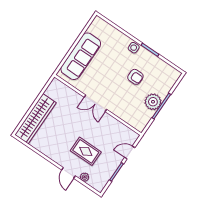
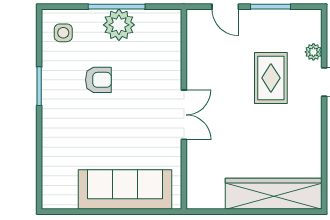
side table: (134, 48) -> (63, 33), moved
armchair: (135, 77) -> (98, 80), turned 90

